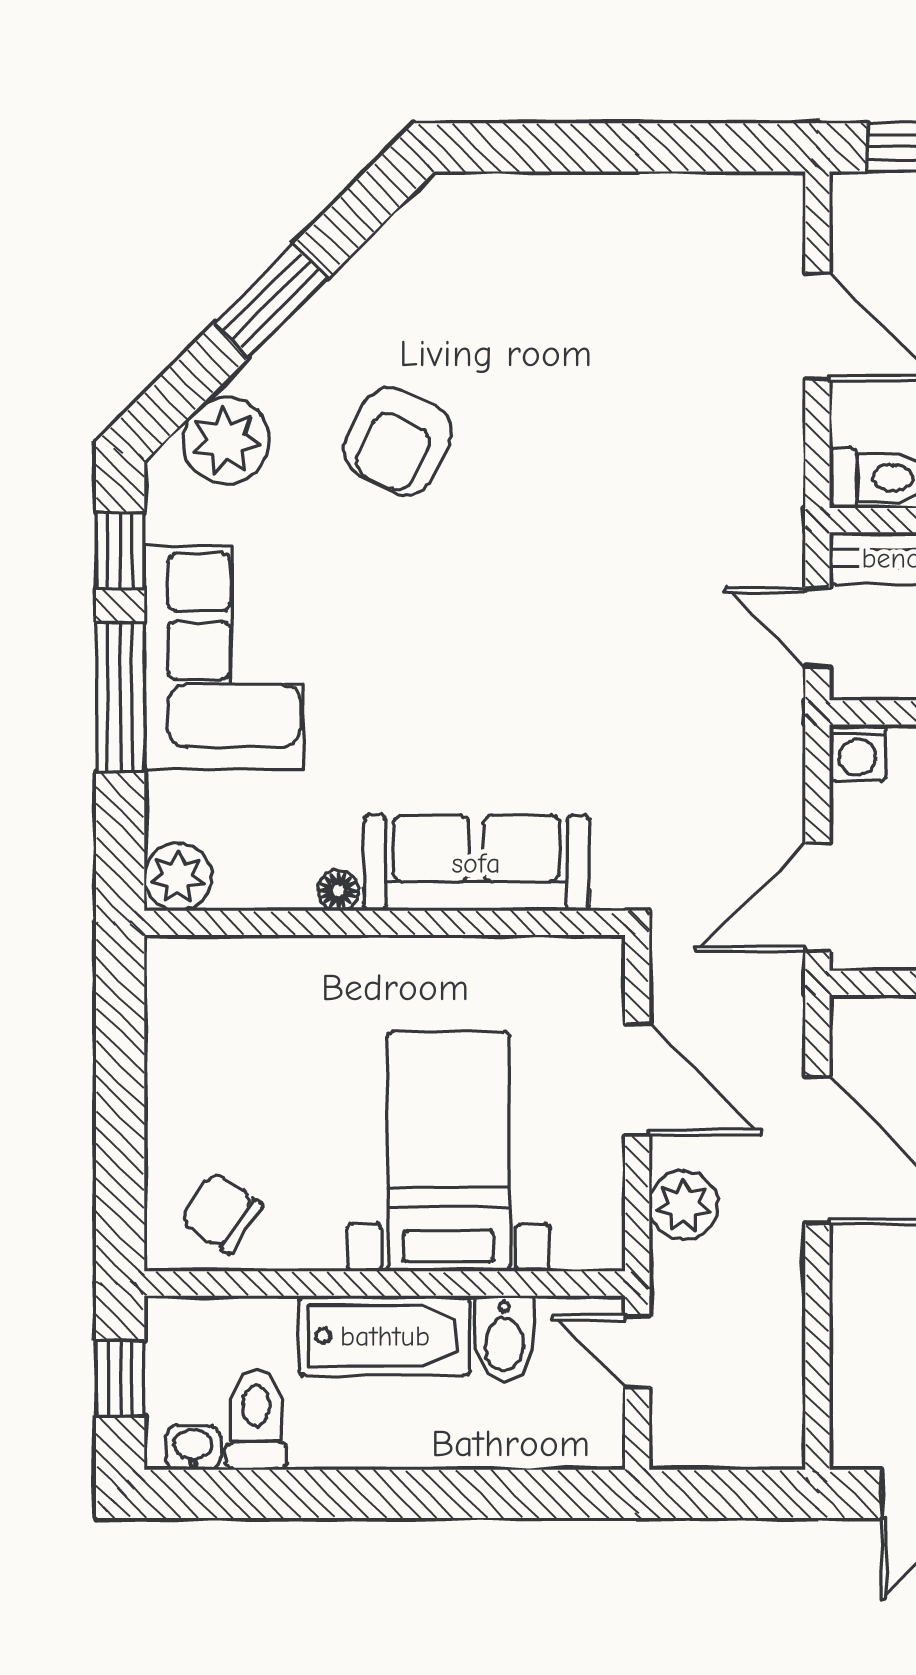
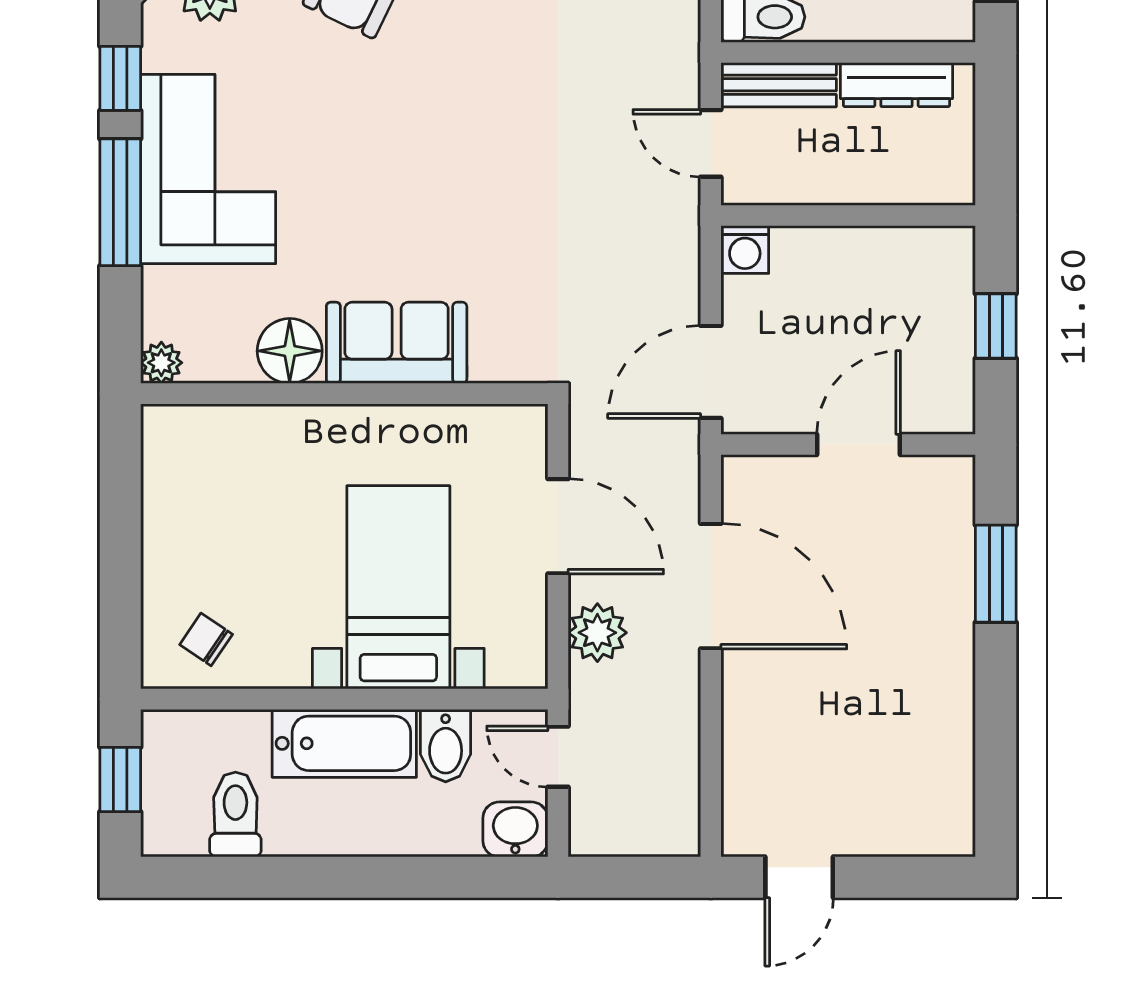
sofa: (476, 863) -> (397, 343), width x0.73
plant: (178, 877) -> (161, 363), width x0.73, depth x0.73
floor lamp: (338, 890) -> (290, 351), width x1.89, depth x1.89
chair: (222, 1213) -> (206, 639), width x0.73, depth x0.73
washbasin: (193, 1447) -> (515, 829), moved, width x1.38, depth x1.45

